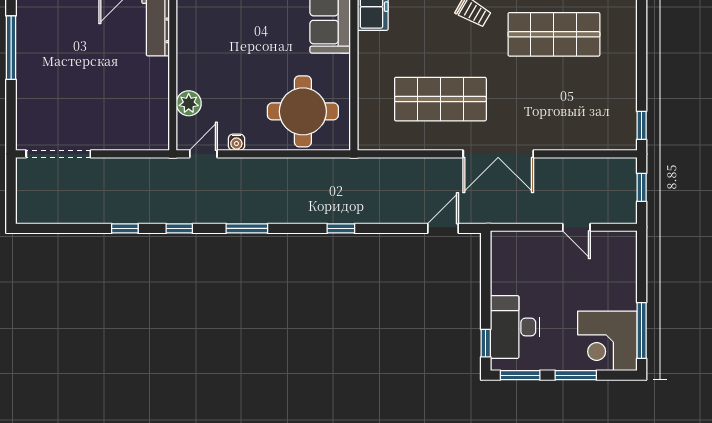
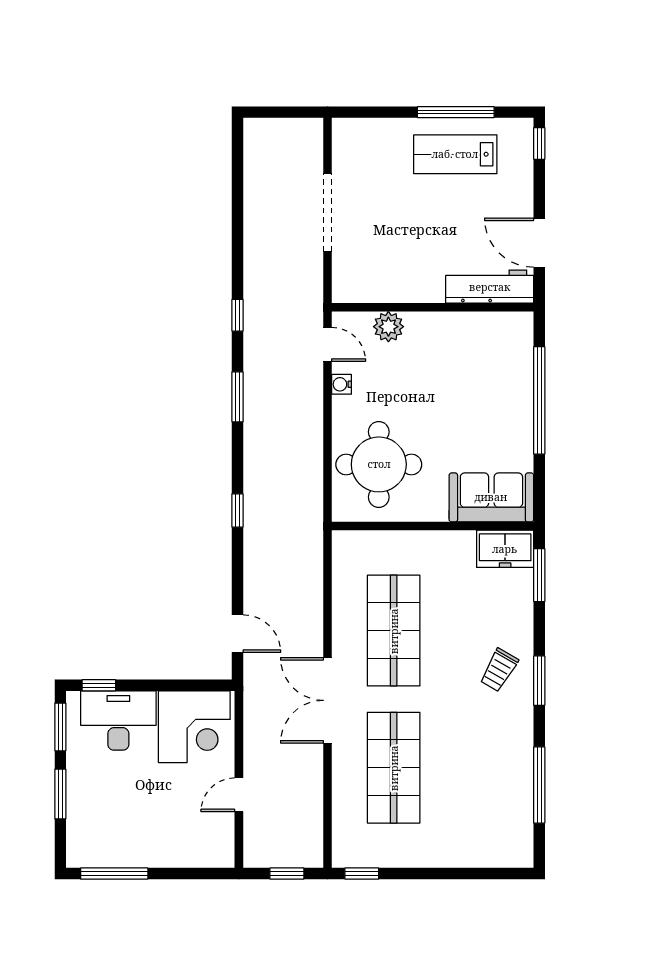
shop shelf: (554, 34) -> (394, 768), moved
lab bench: (46, 48) -> (455, 154), added
doorway: (58, 154) -> (327, 212), moved
window: (125, 228) -> (237, 250), removed
corner desk: (607, 341) -> (194, 727), moved, turned 180

